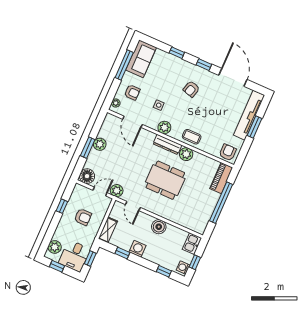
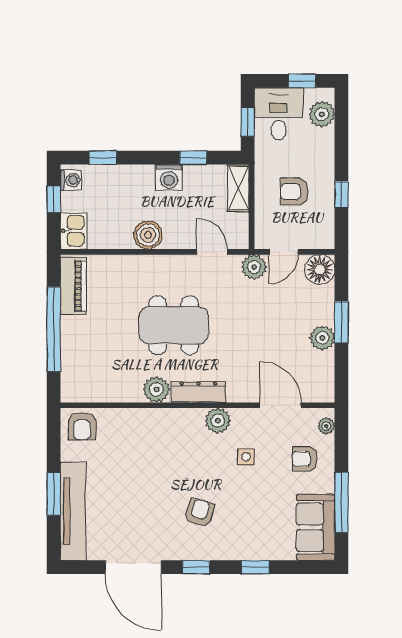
coffee table: (192, 137) -> (160, 426), removed
piano: (221, 178) -> (73, 286), moved

